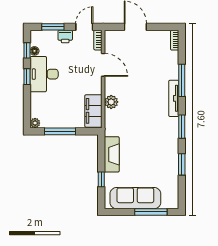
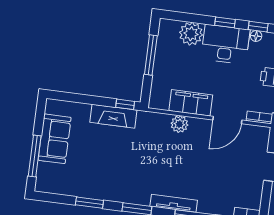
filing cabinet: (93, 111) -> (191, 103), moved
plant: (35, 123) -> (191, 34), moved, width x1.88, depth x1.88
window: (101, 179) -> (125, 104), moved
sofa: (135, 198) -> (55, 139), width x0.73

